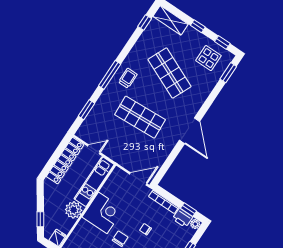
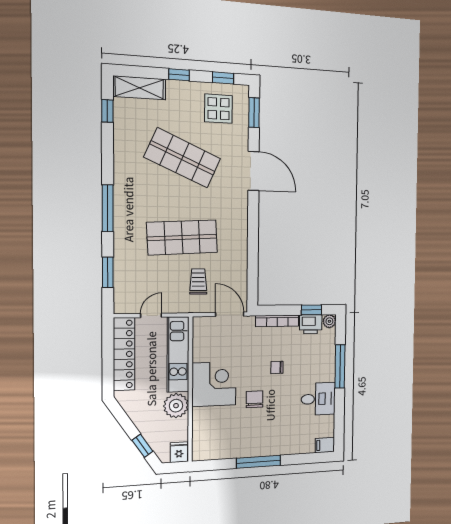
trolley: (128, 78) -> (198, 281), moved
door: (190, 131) -> (254, 171), moved
door: (138, 179) -> (230, 314), hinge flipped

